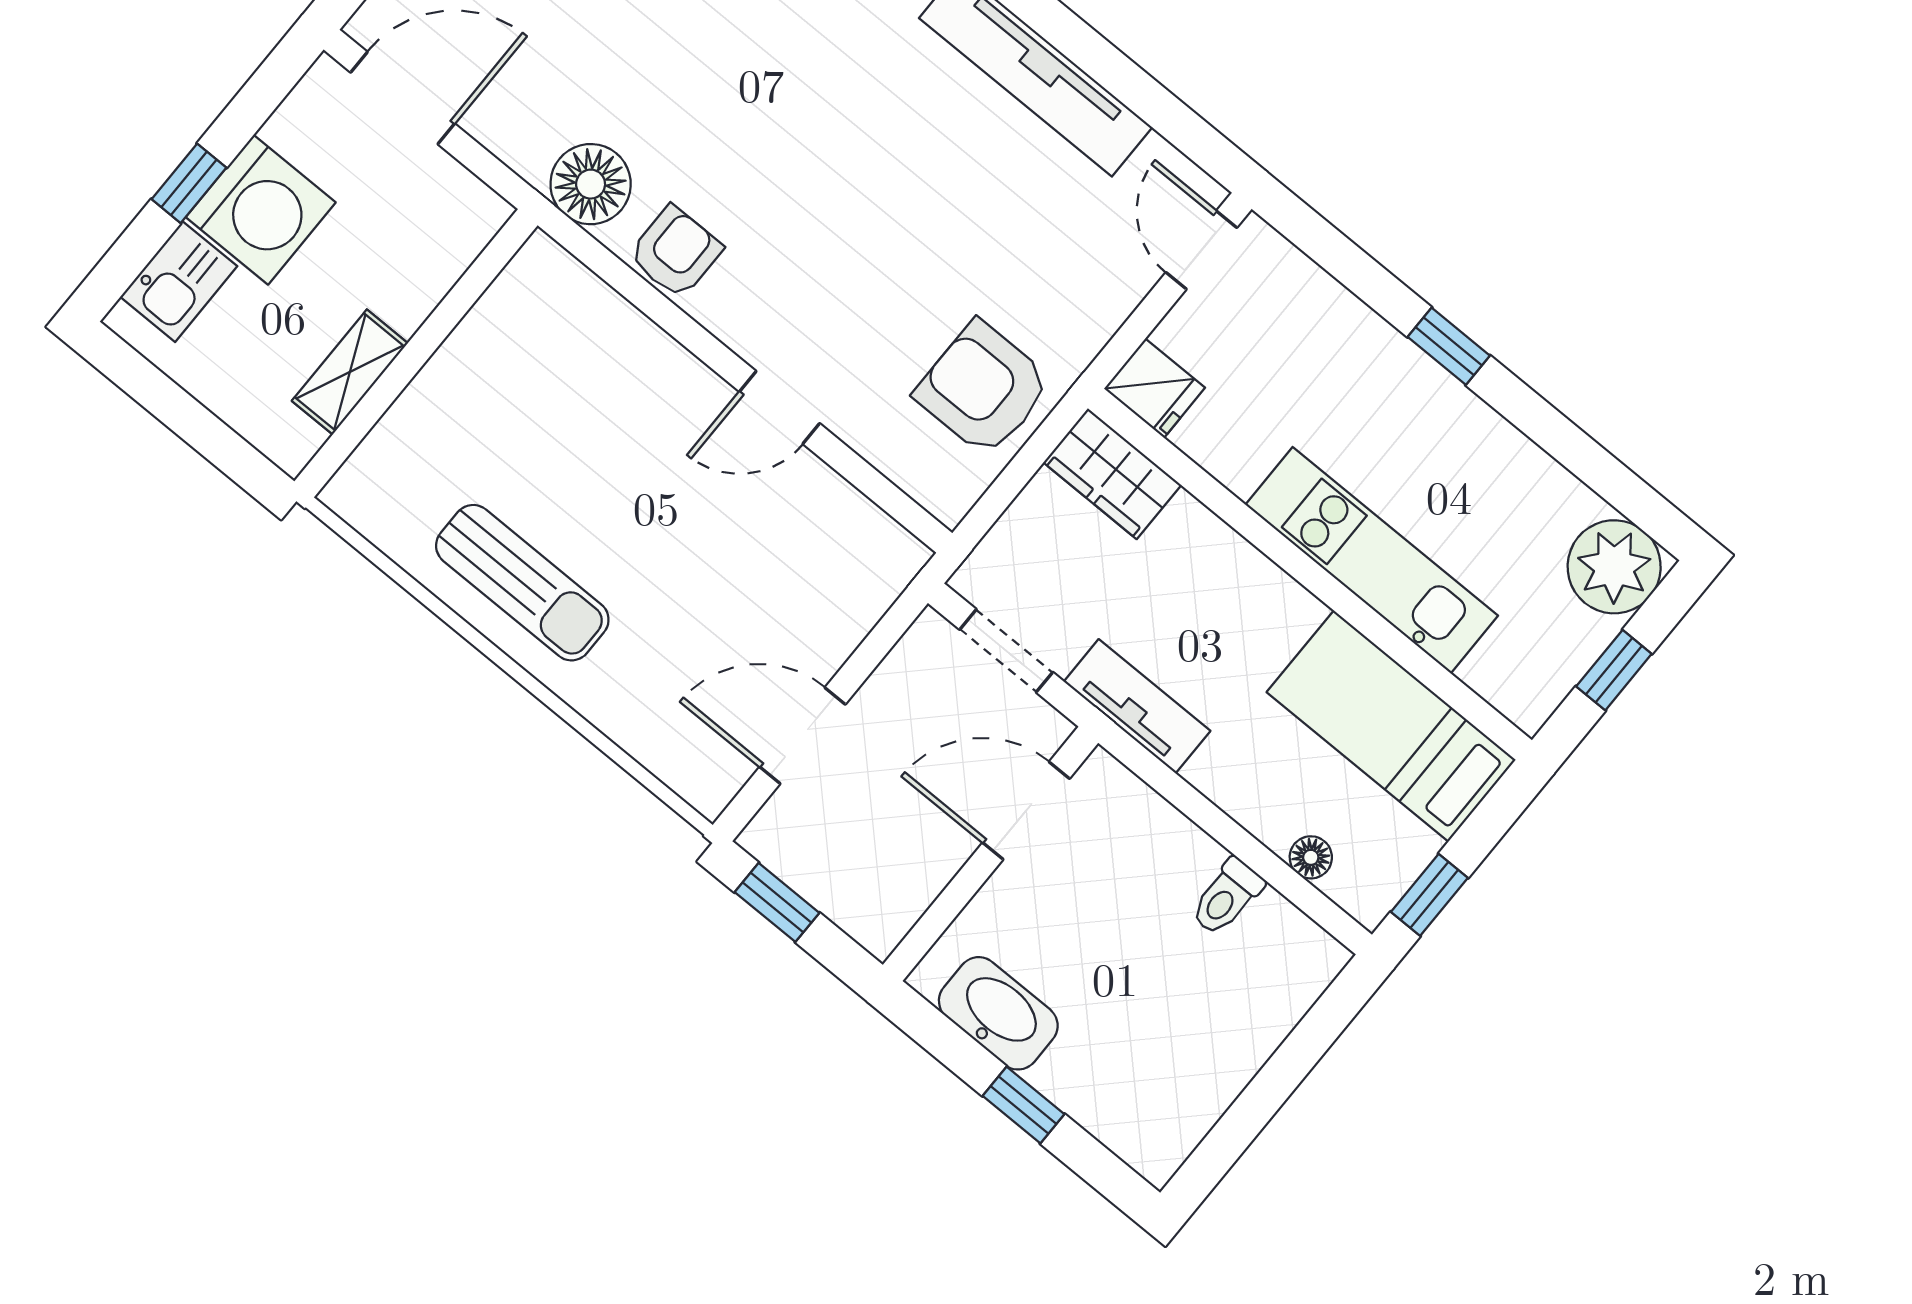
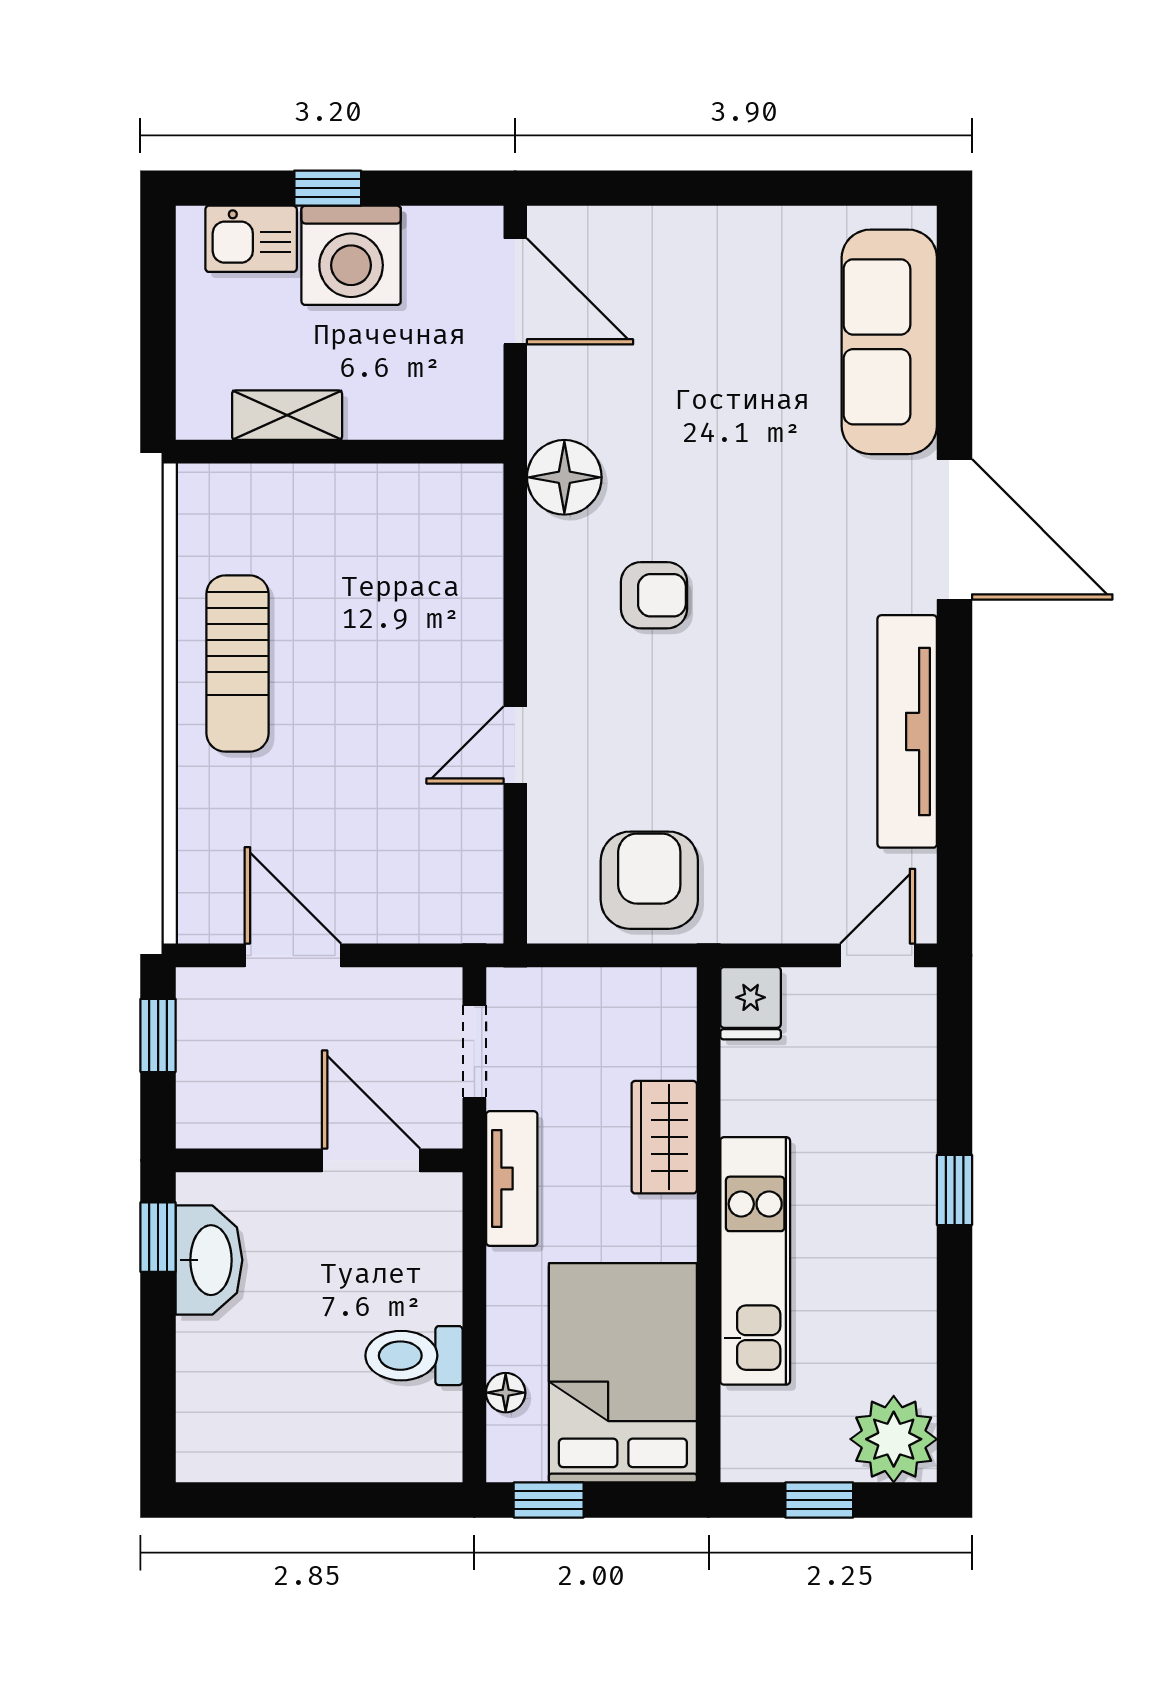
armchair: (675, 252) -> (654, 595), moved
door: (779, 408) -> (515, 745), hinge flipped
wardrobe: (1112, 474) -> (664, 1137), moved
bed: (1391, 726) -> (623, 1373), width x1.50
toilet: (1227, 897) -> (414, 1356), width x1.37, depth x1.39
window: (1024, 1105) -> (158, 1237), moved

